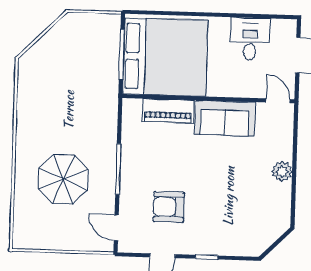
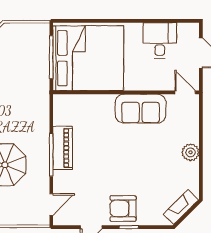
piano: (168, 111) -> (63, 148), moved, turned -90
armchair: (169, 207) -> (123, 208), moved
door: (116, 228) -> (51, 204), swing flipped
fireplace: (269, 236) -> (181, 207), added

